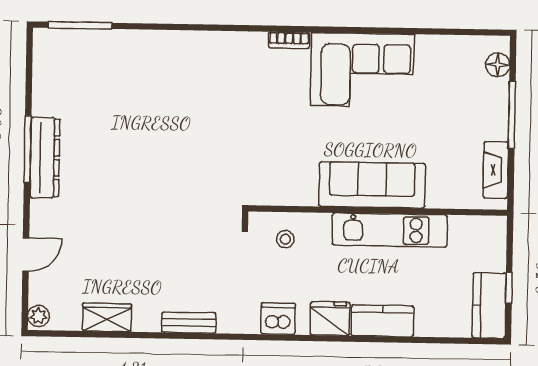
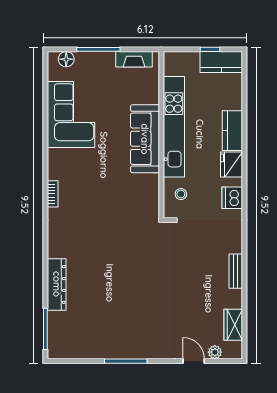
corner sofa: (362, 70) -> (71, 115), moved
dresser: (45, 158) -> (57, 284), moved, turned 90
kitchen unit: (390, 230) -> (174, 127), width x1.36
plant: (38, 316) -> (215, 352), moved
wardrobe: (107, 317) -> (233, 325), moved
bench: (189, 323) -> (236, 271), moved

